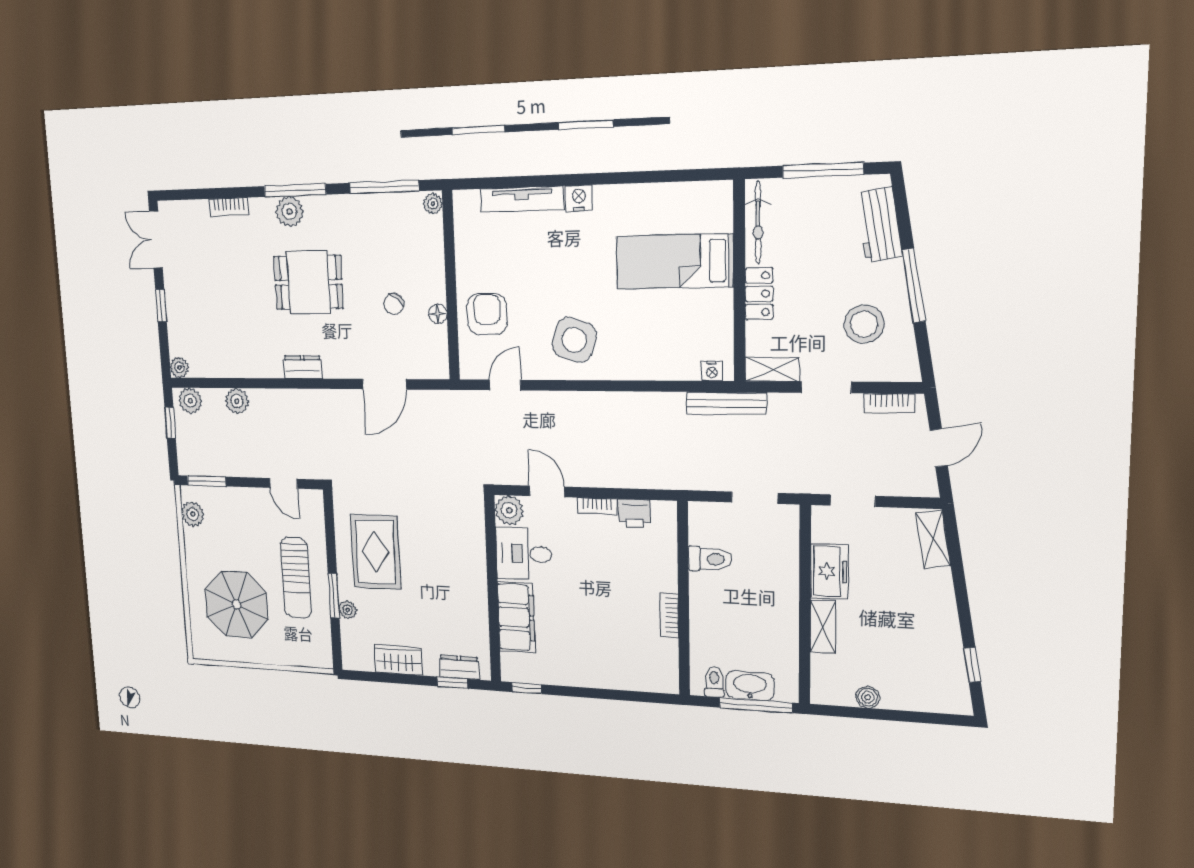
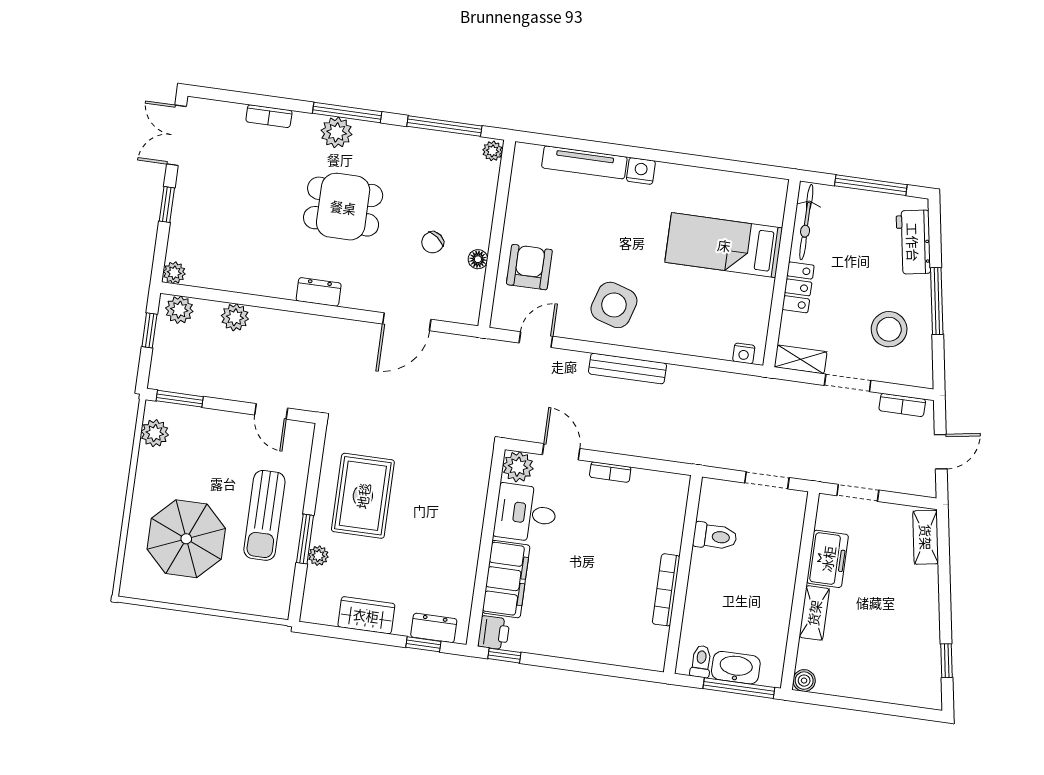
bench: (726, 403) -> (628, 369), moved
printer: (634, 514) -> (494, 633), moved, turned -90
bookcase: (669, 615) -> (666, 590), width x1.56
boiler: (868, 697) -> (804, 681), moved

